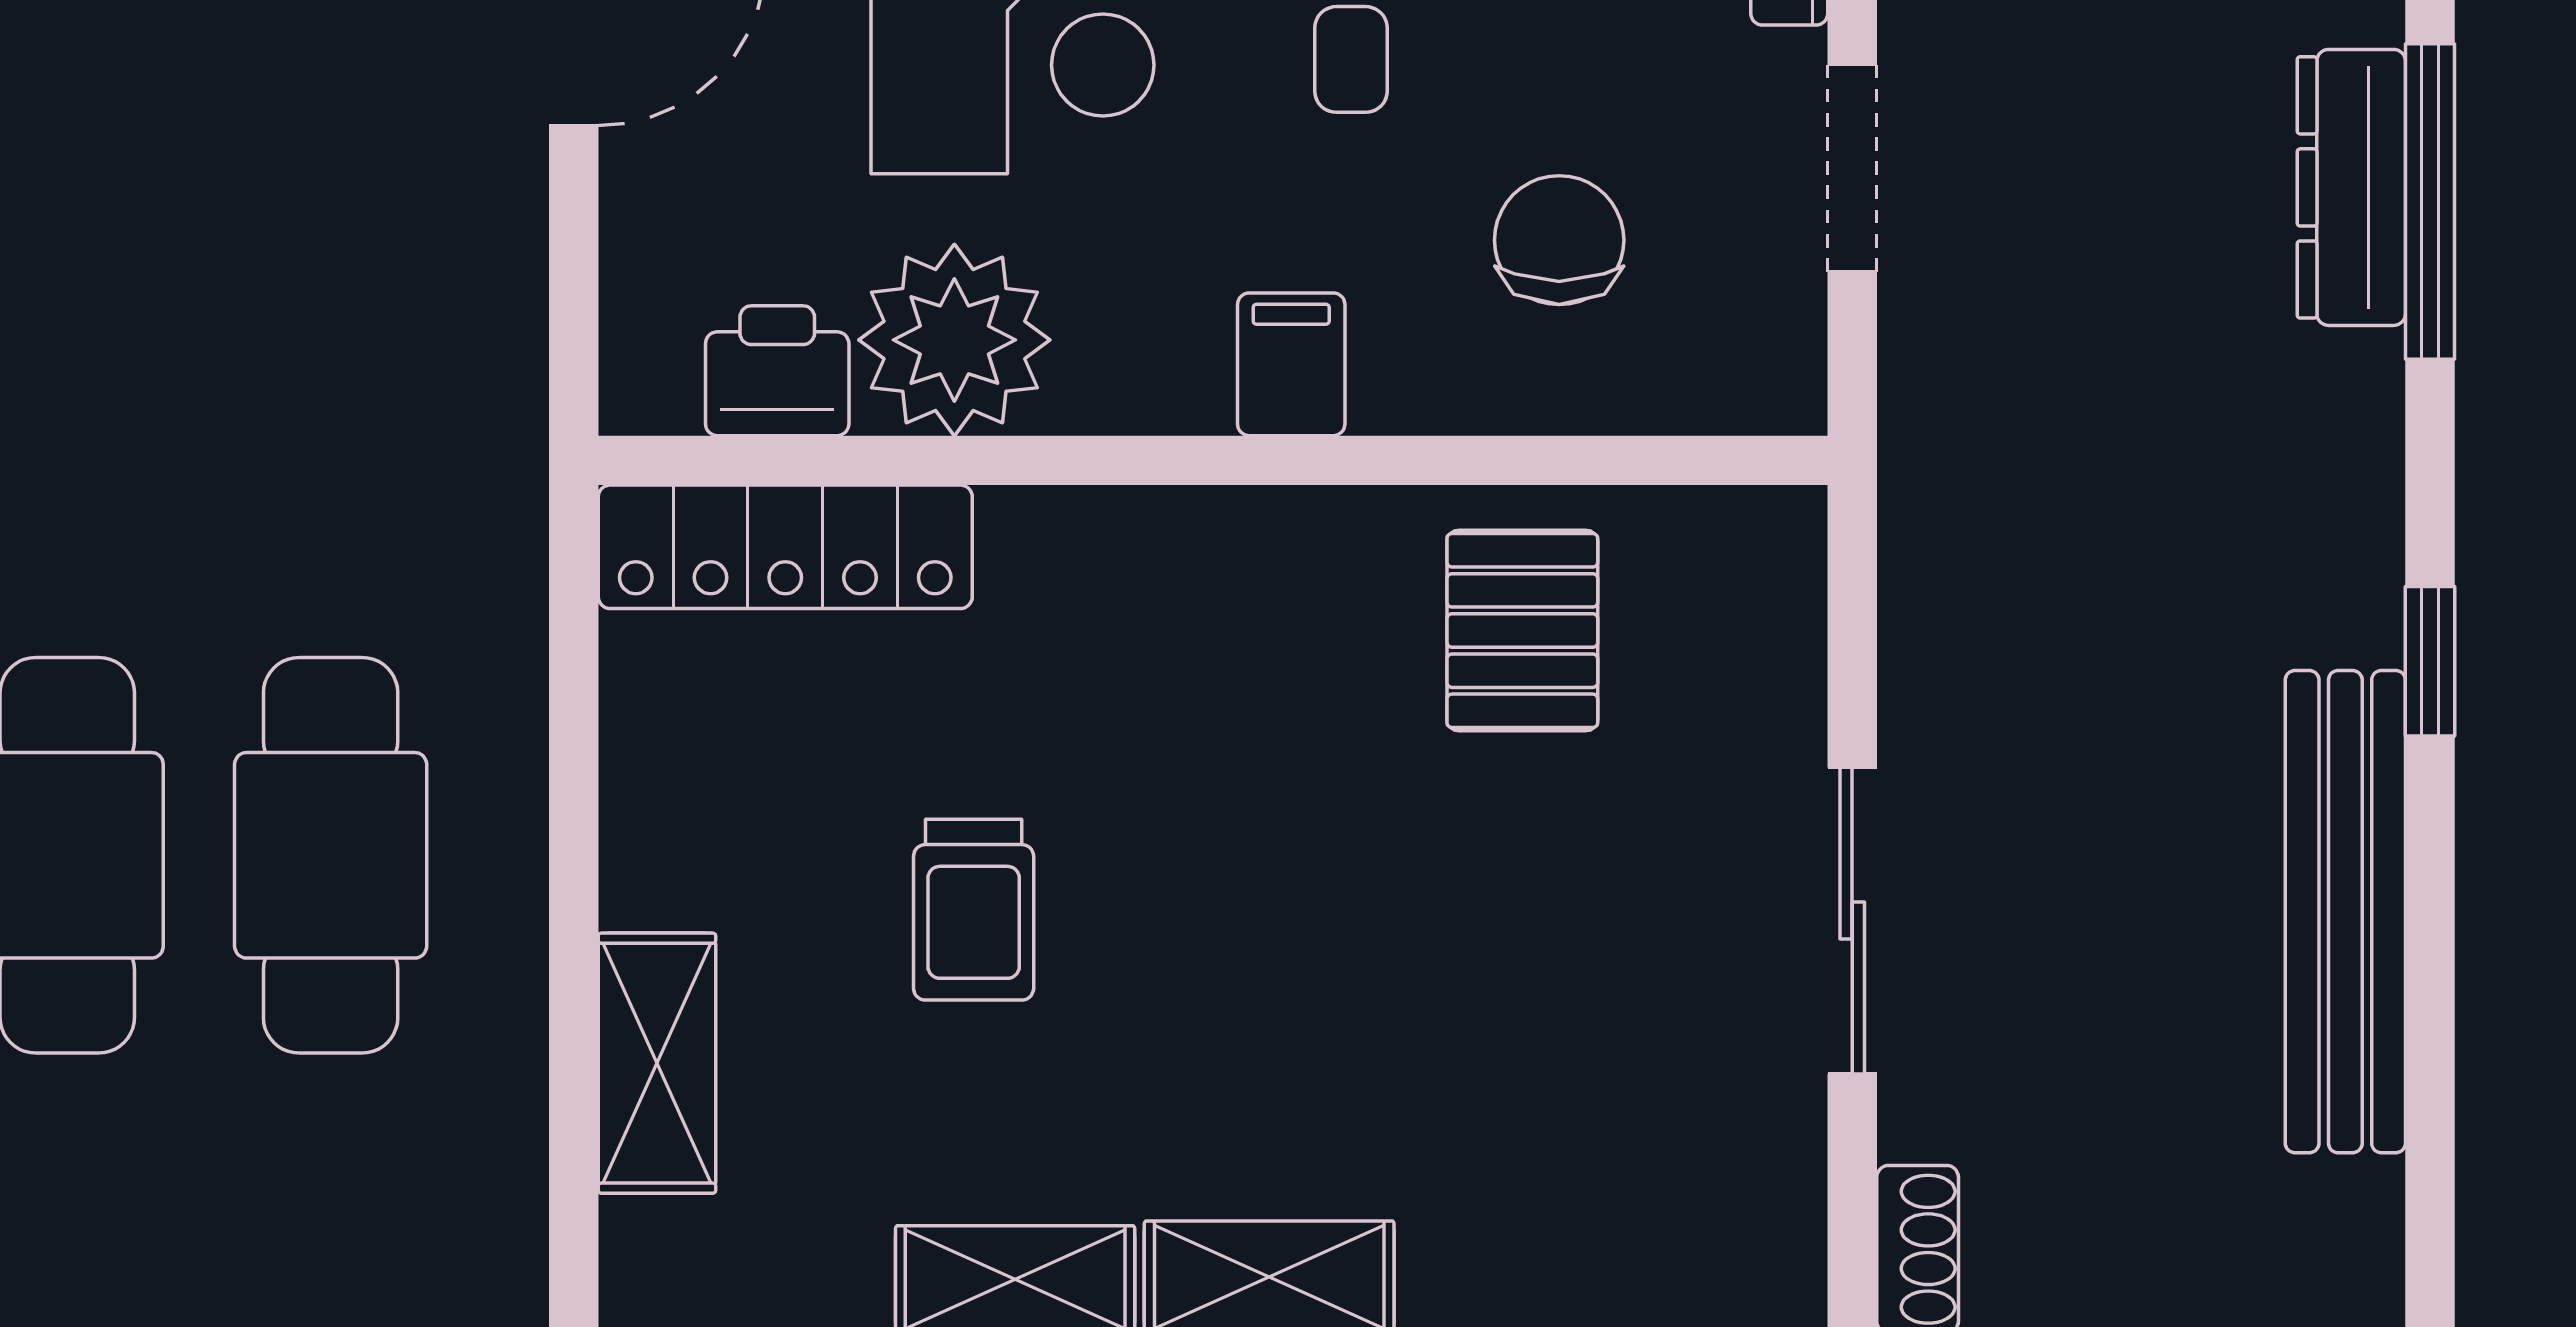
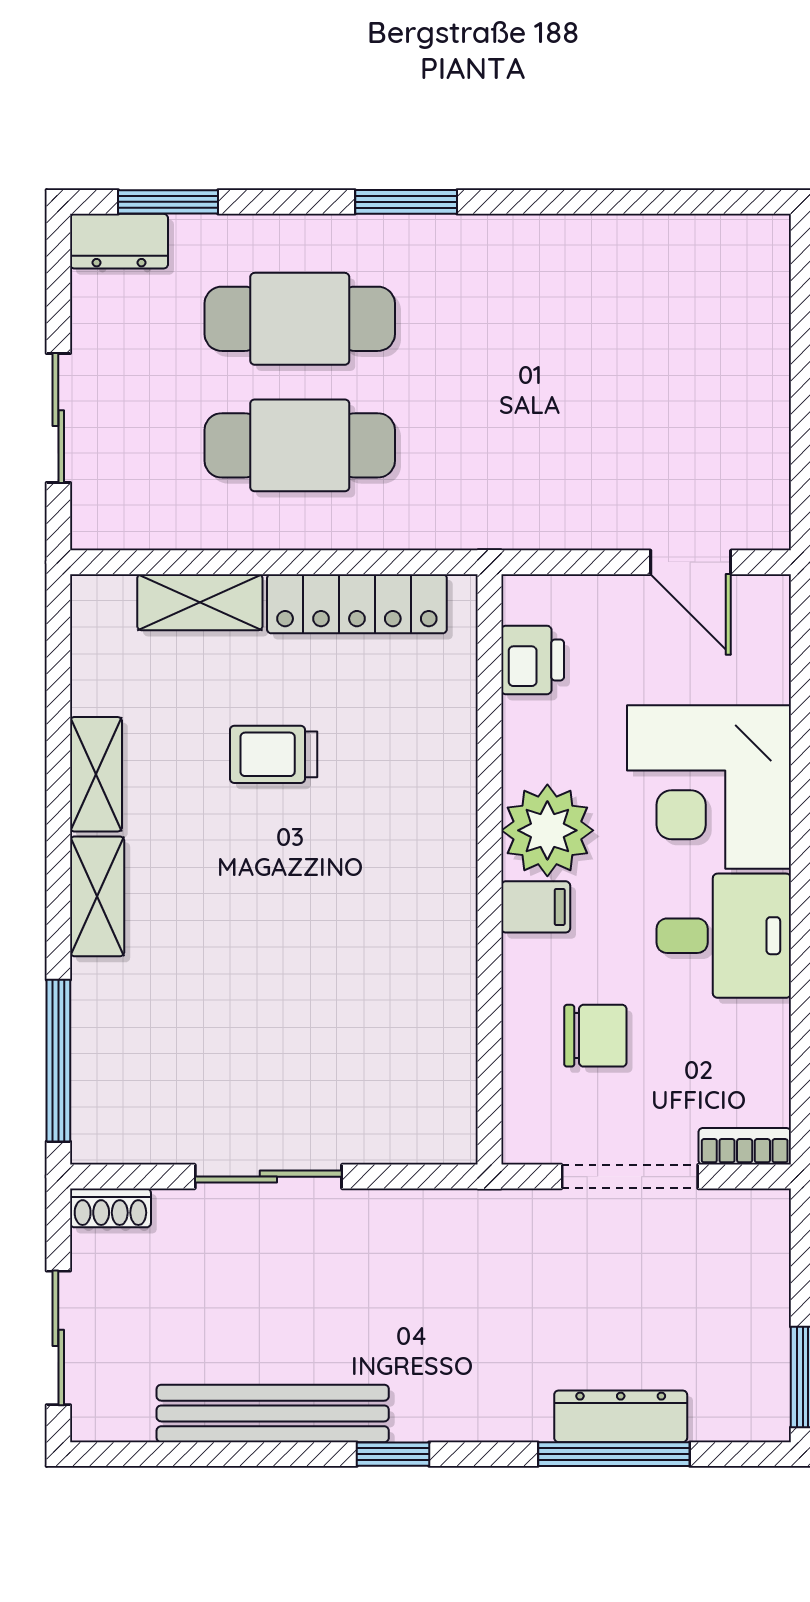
doorway: (1852, 168) -> (630, 1177), width x1.38
plant: (954, 340) -> (547, 830), moved
locker: (785, 547) -> (357, 604), moved, turned -90
pallet: (1522, 631) -> (408, 1018), removed

